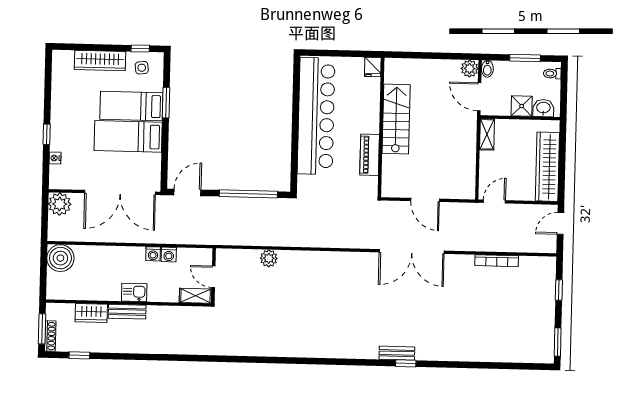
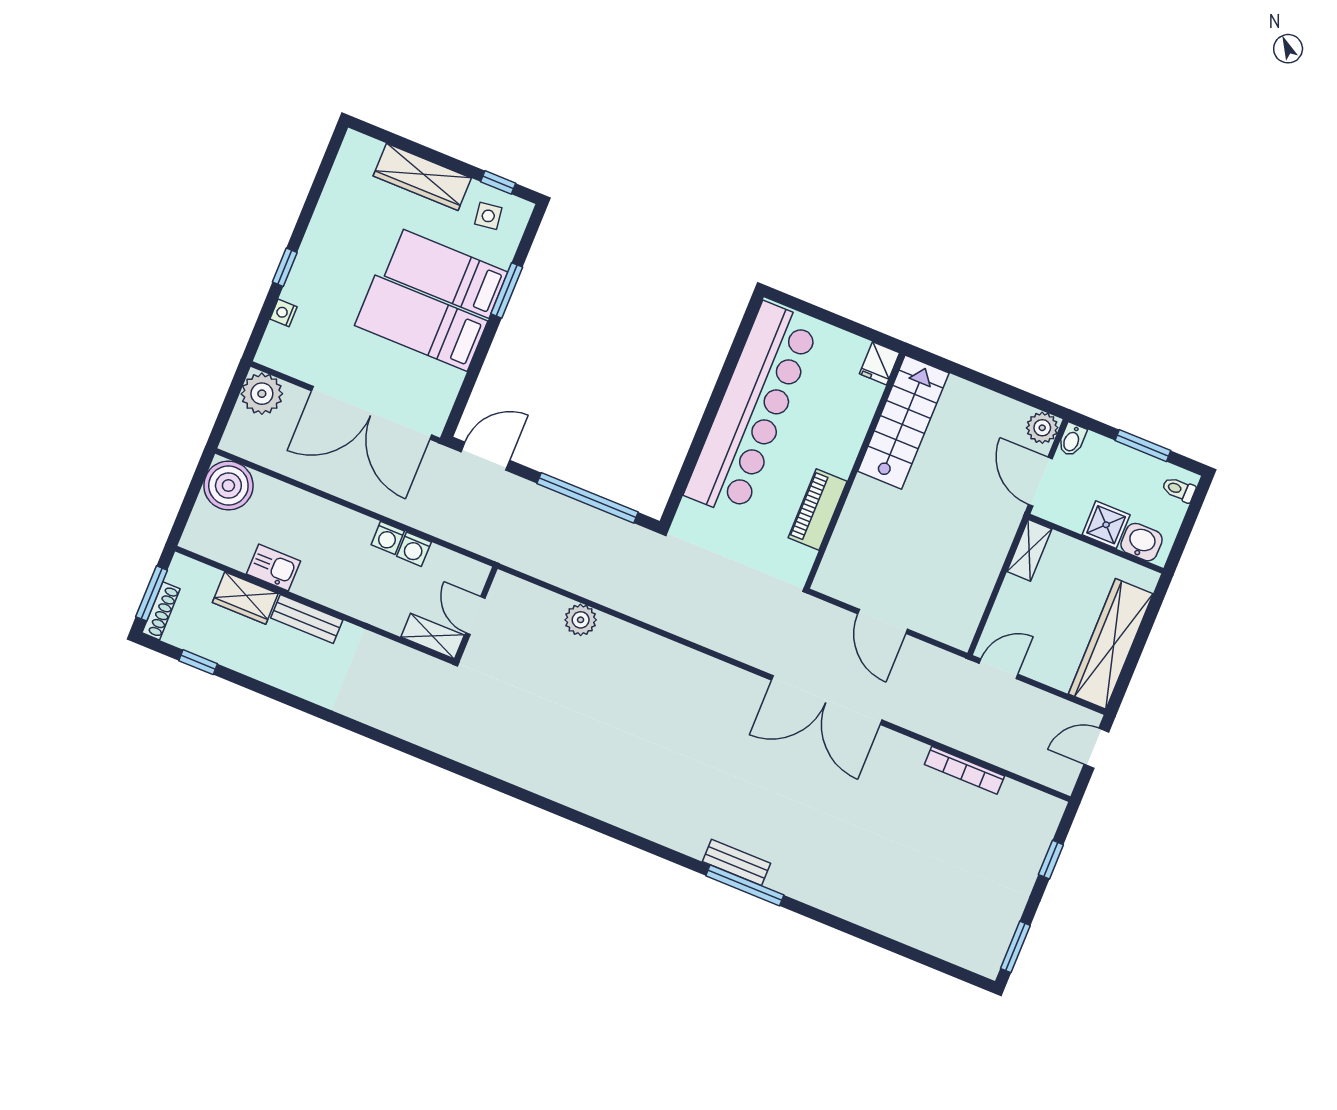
stairs: (396, 119) -> (903, 422), moved
kitchen sink: (134, 292) -> (274, 568), moved
window: (406, 363) -> (745, 885), width x2.17

